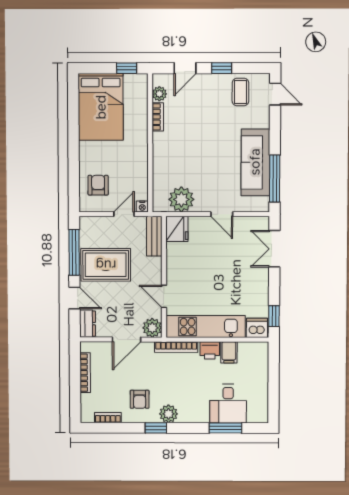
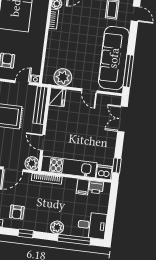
sofa: (255, 162) -> (114, 58), width x1.36, depth x1.27
bench: (154, 236) -> (40, 105), width x1.36
printer: (210, 350) -> (96, 187), moved
desk: (228, 404) -> (92, 225), moved, turned -90
plant: (169, 414) -> (57, 227), moved
window: (226, 428) -> (74, 240), width x1.44

